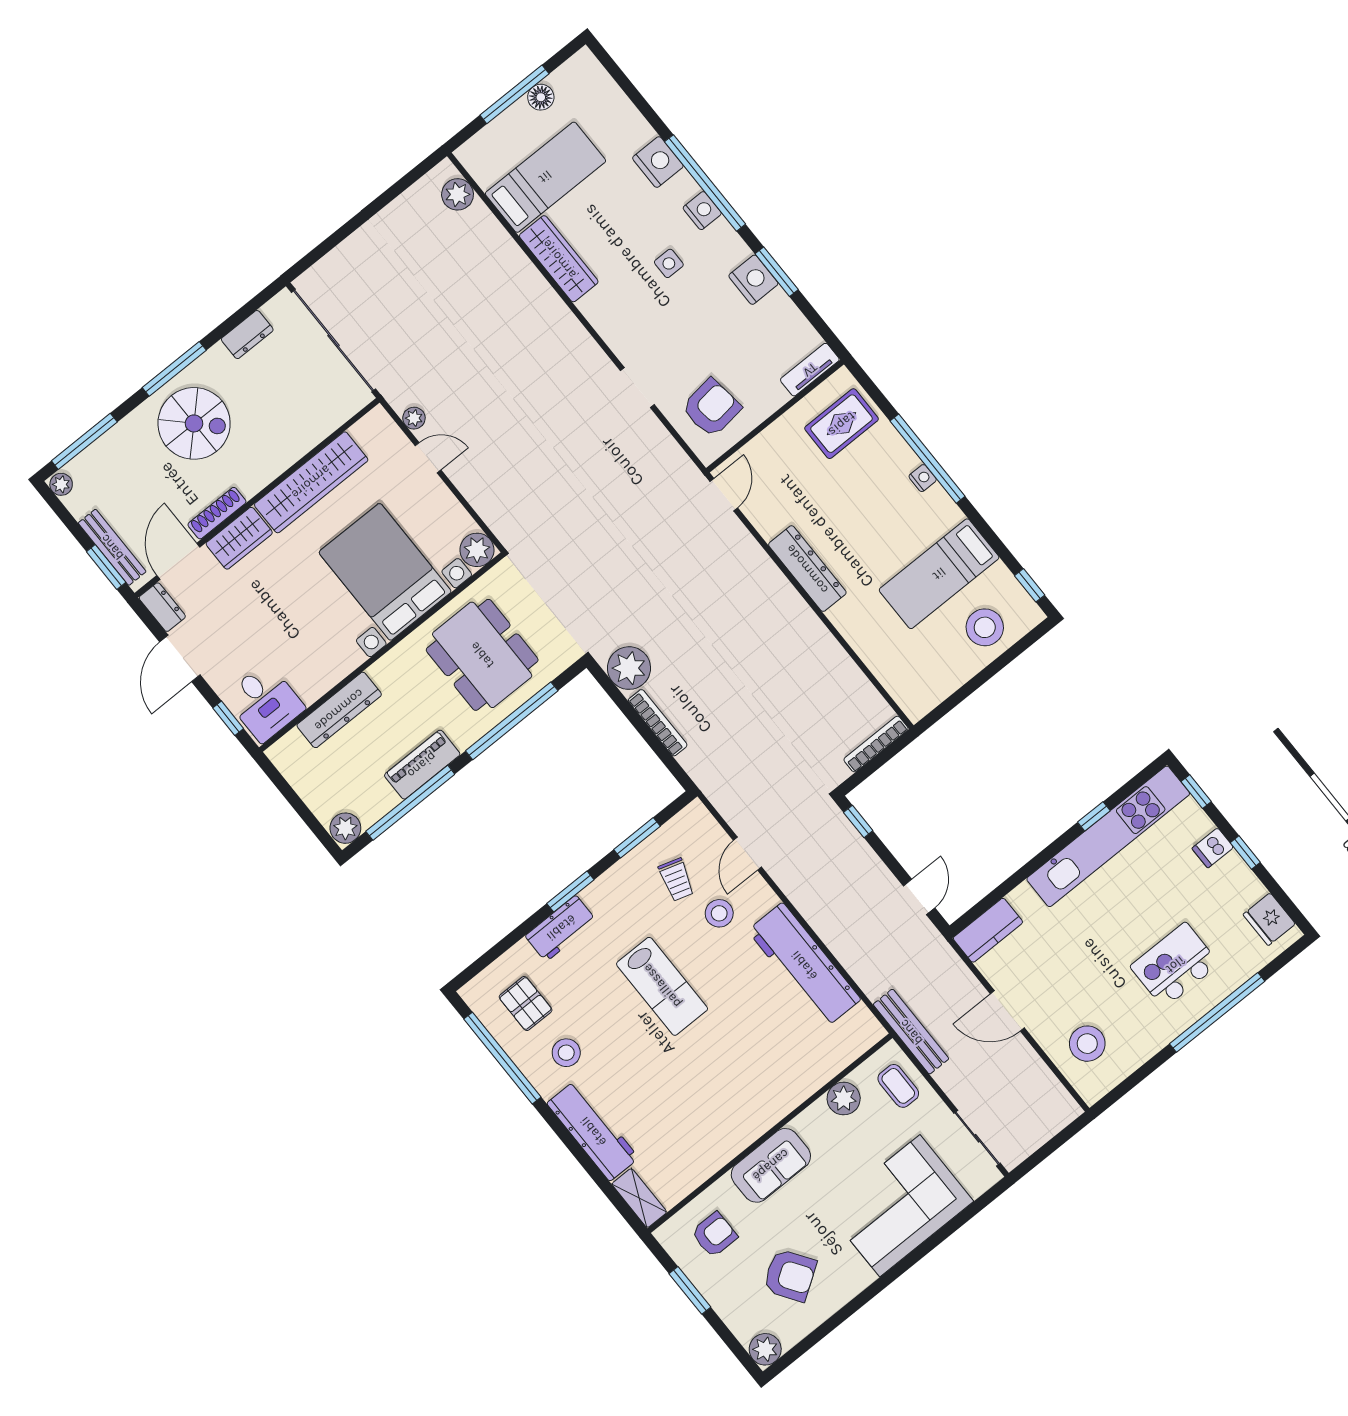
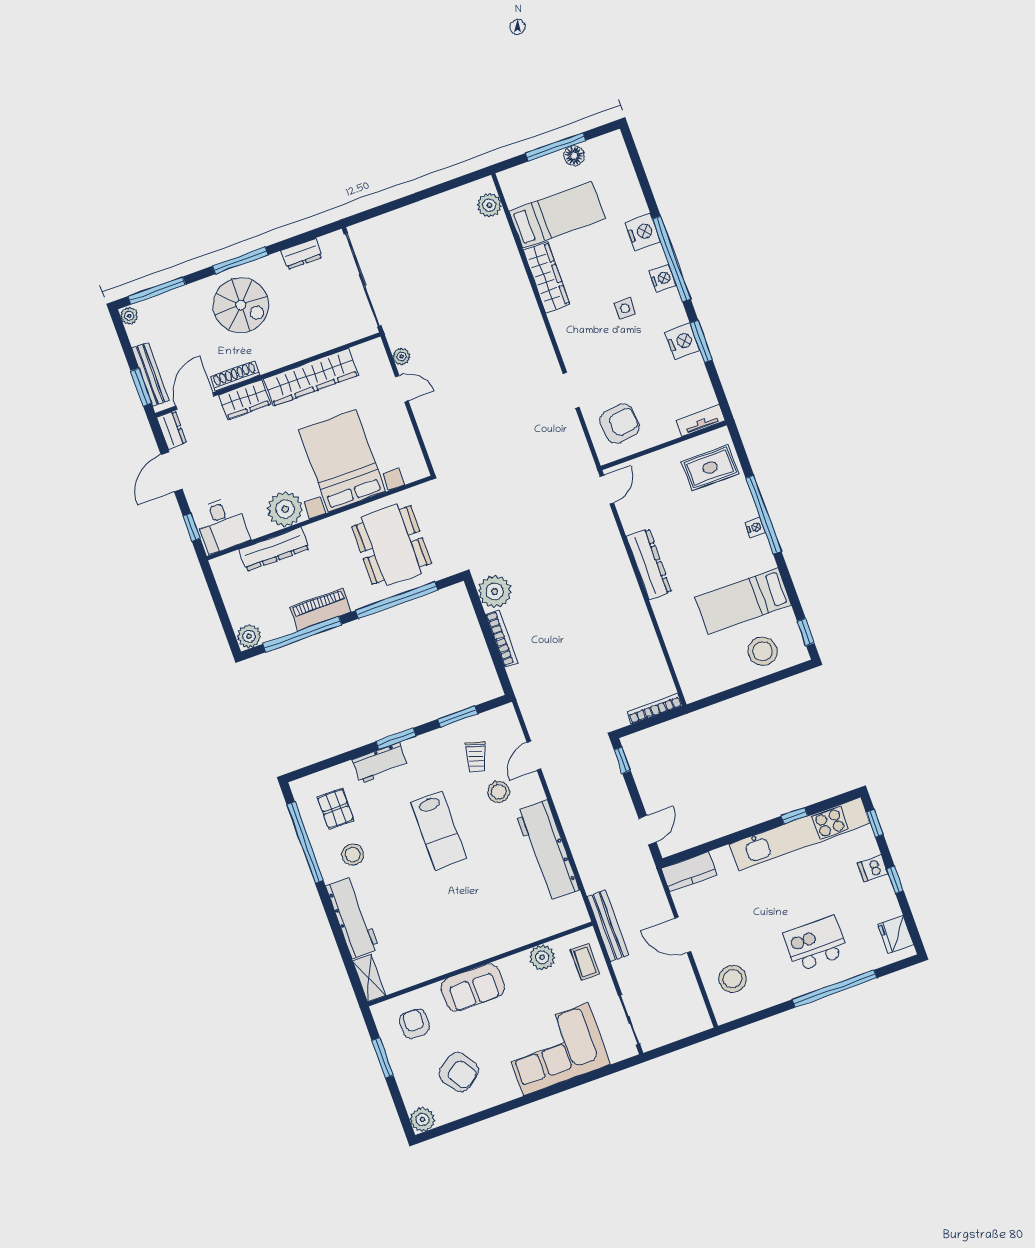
plant: (477, 550) -> (285, 509), moved, width x1.36, depth x1.36
armchair: (714, 1235) -> (414, 1024), turned -90

